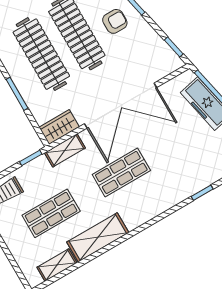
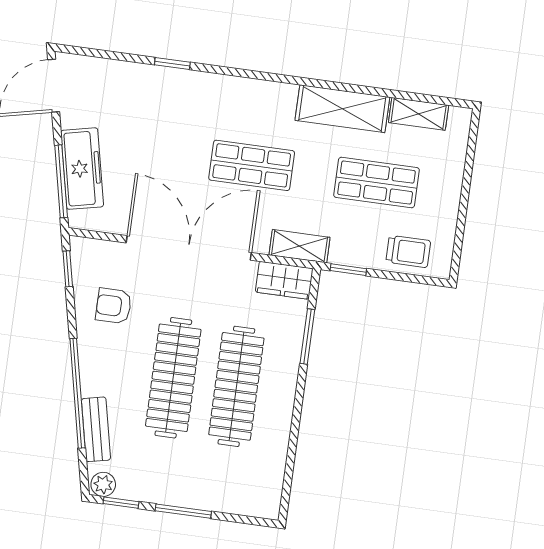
armchair: (115, 21) -> (114, 306), moved
window: (17, 94) -> (307, 337), moved

